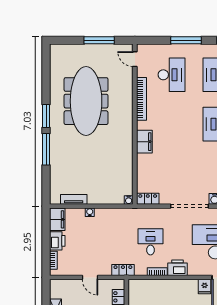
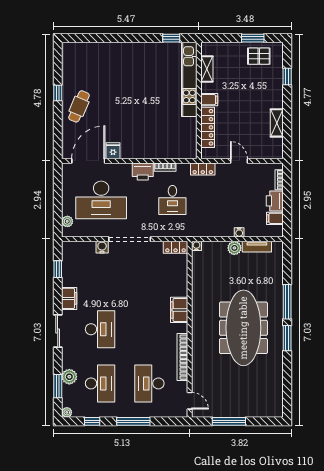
meeting table: (86, 101) -> (243, 328), moved
plant: (94, 198) -> (234, 248), added
filing cabinet: (57, 219) -> (275, 218), width x0.50

